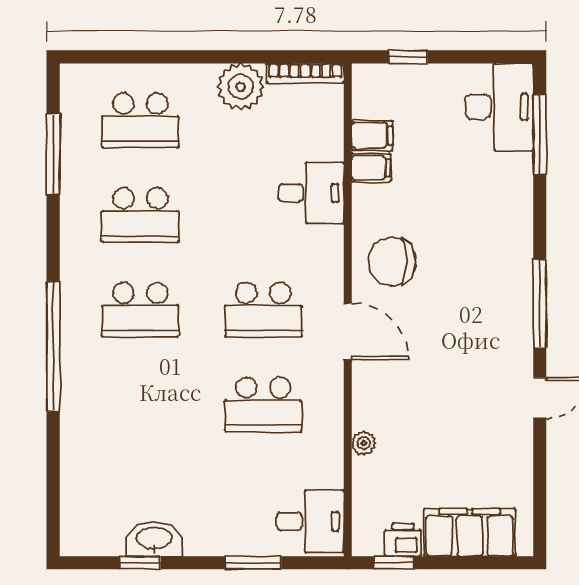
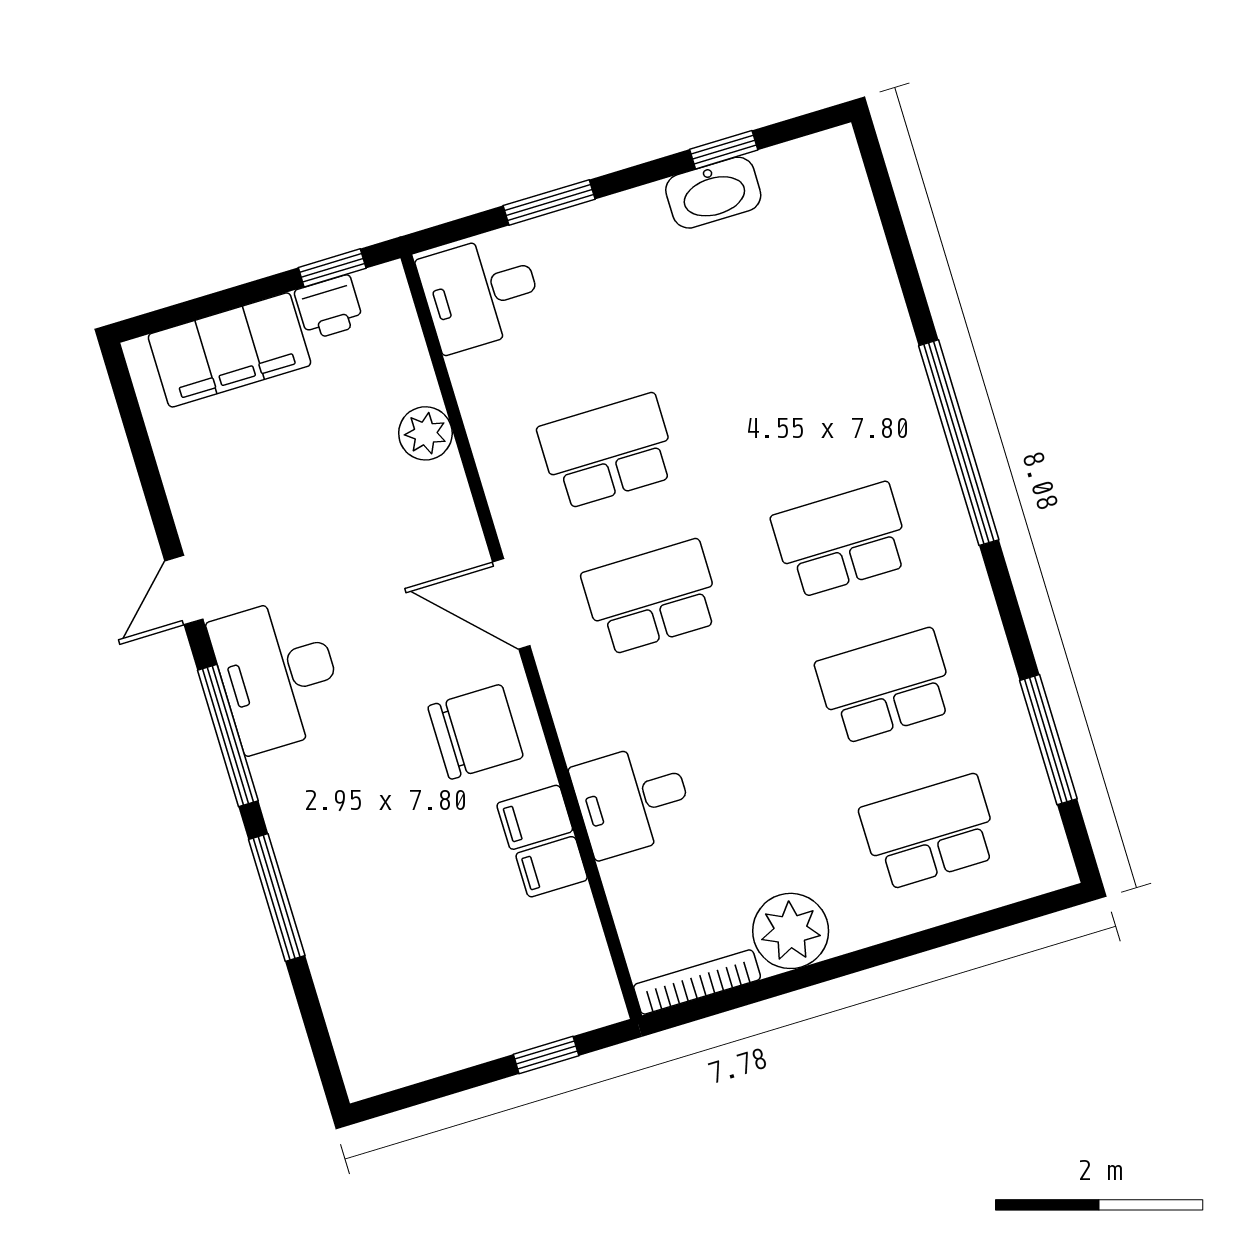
desk: (499, 107) -> (278, 674), moved
filing cabinet: (372, 135) -> (535, 817), moved
window: (540, 135) -> (277, 897), moved
plant: (364, 443) -> (425, 433), width x1.38, depth x1.38

